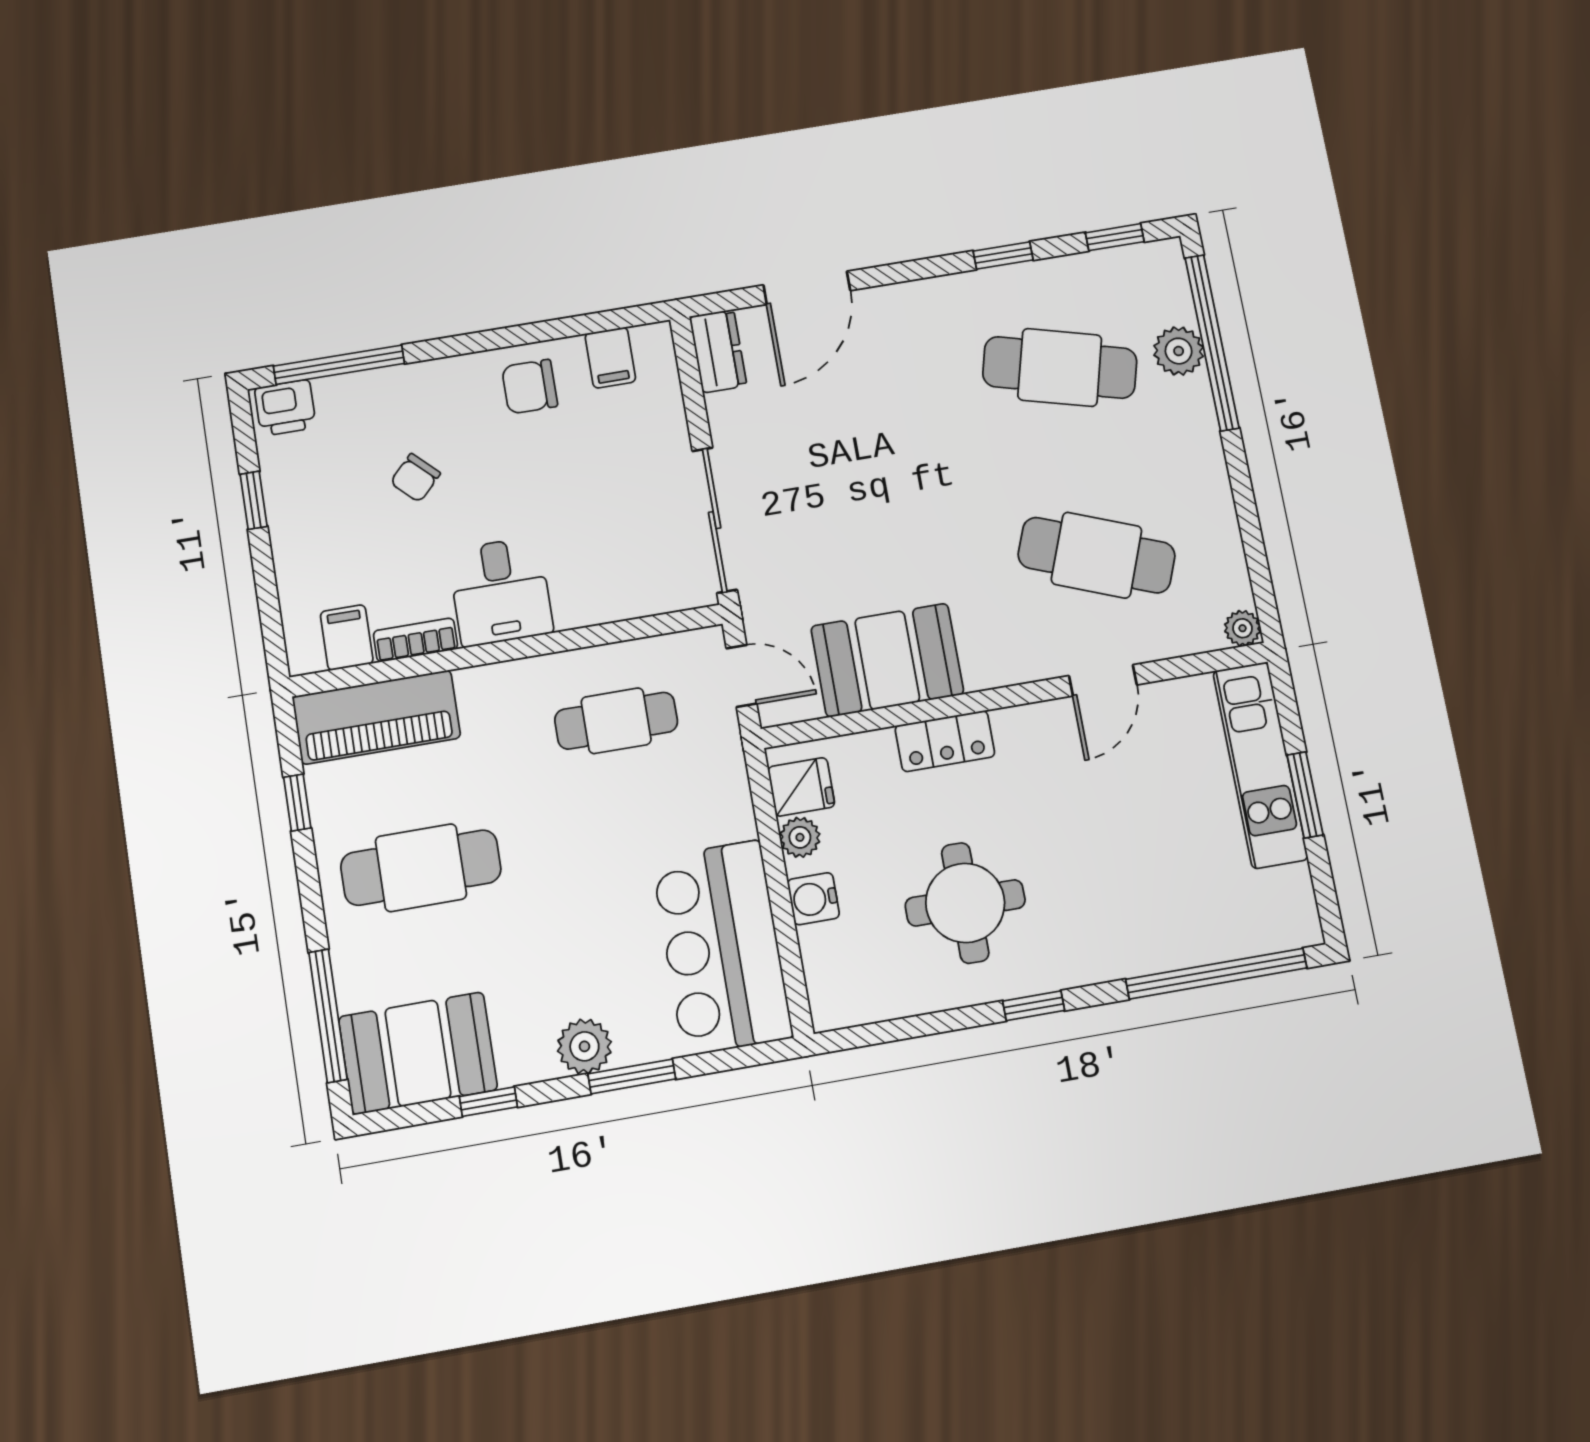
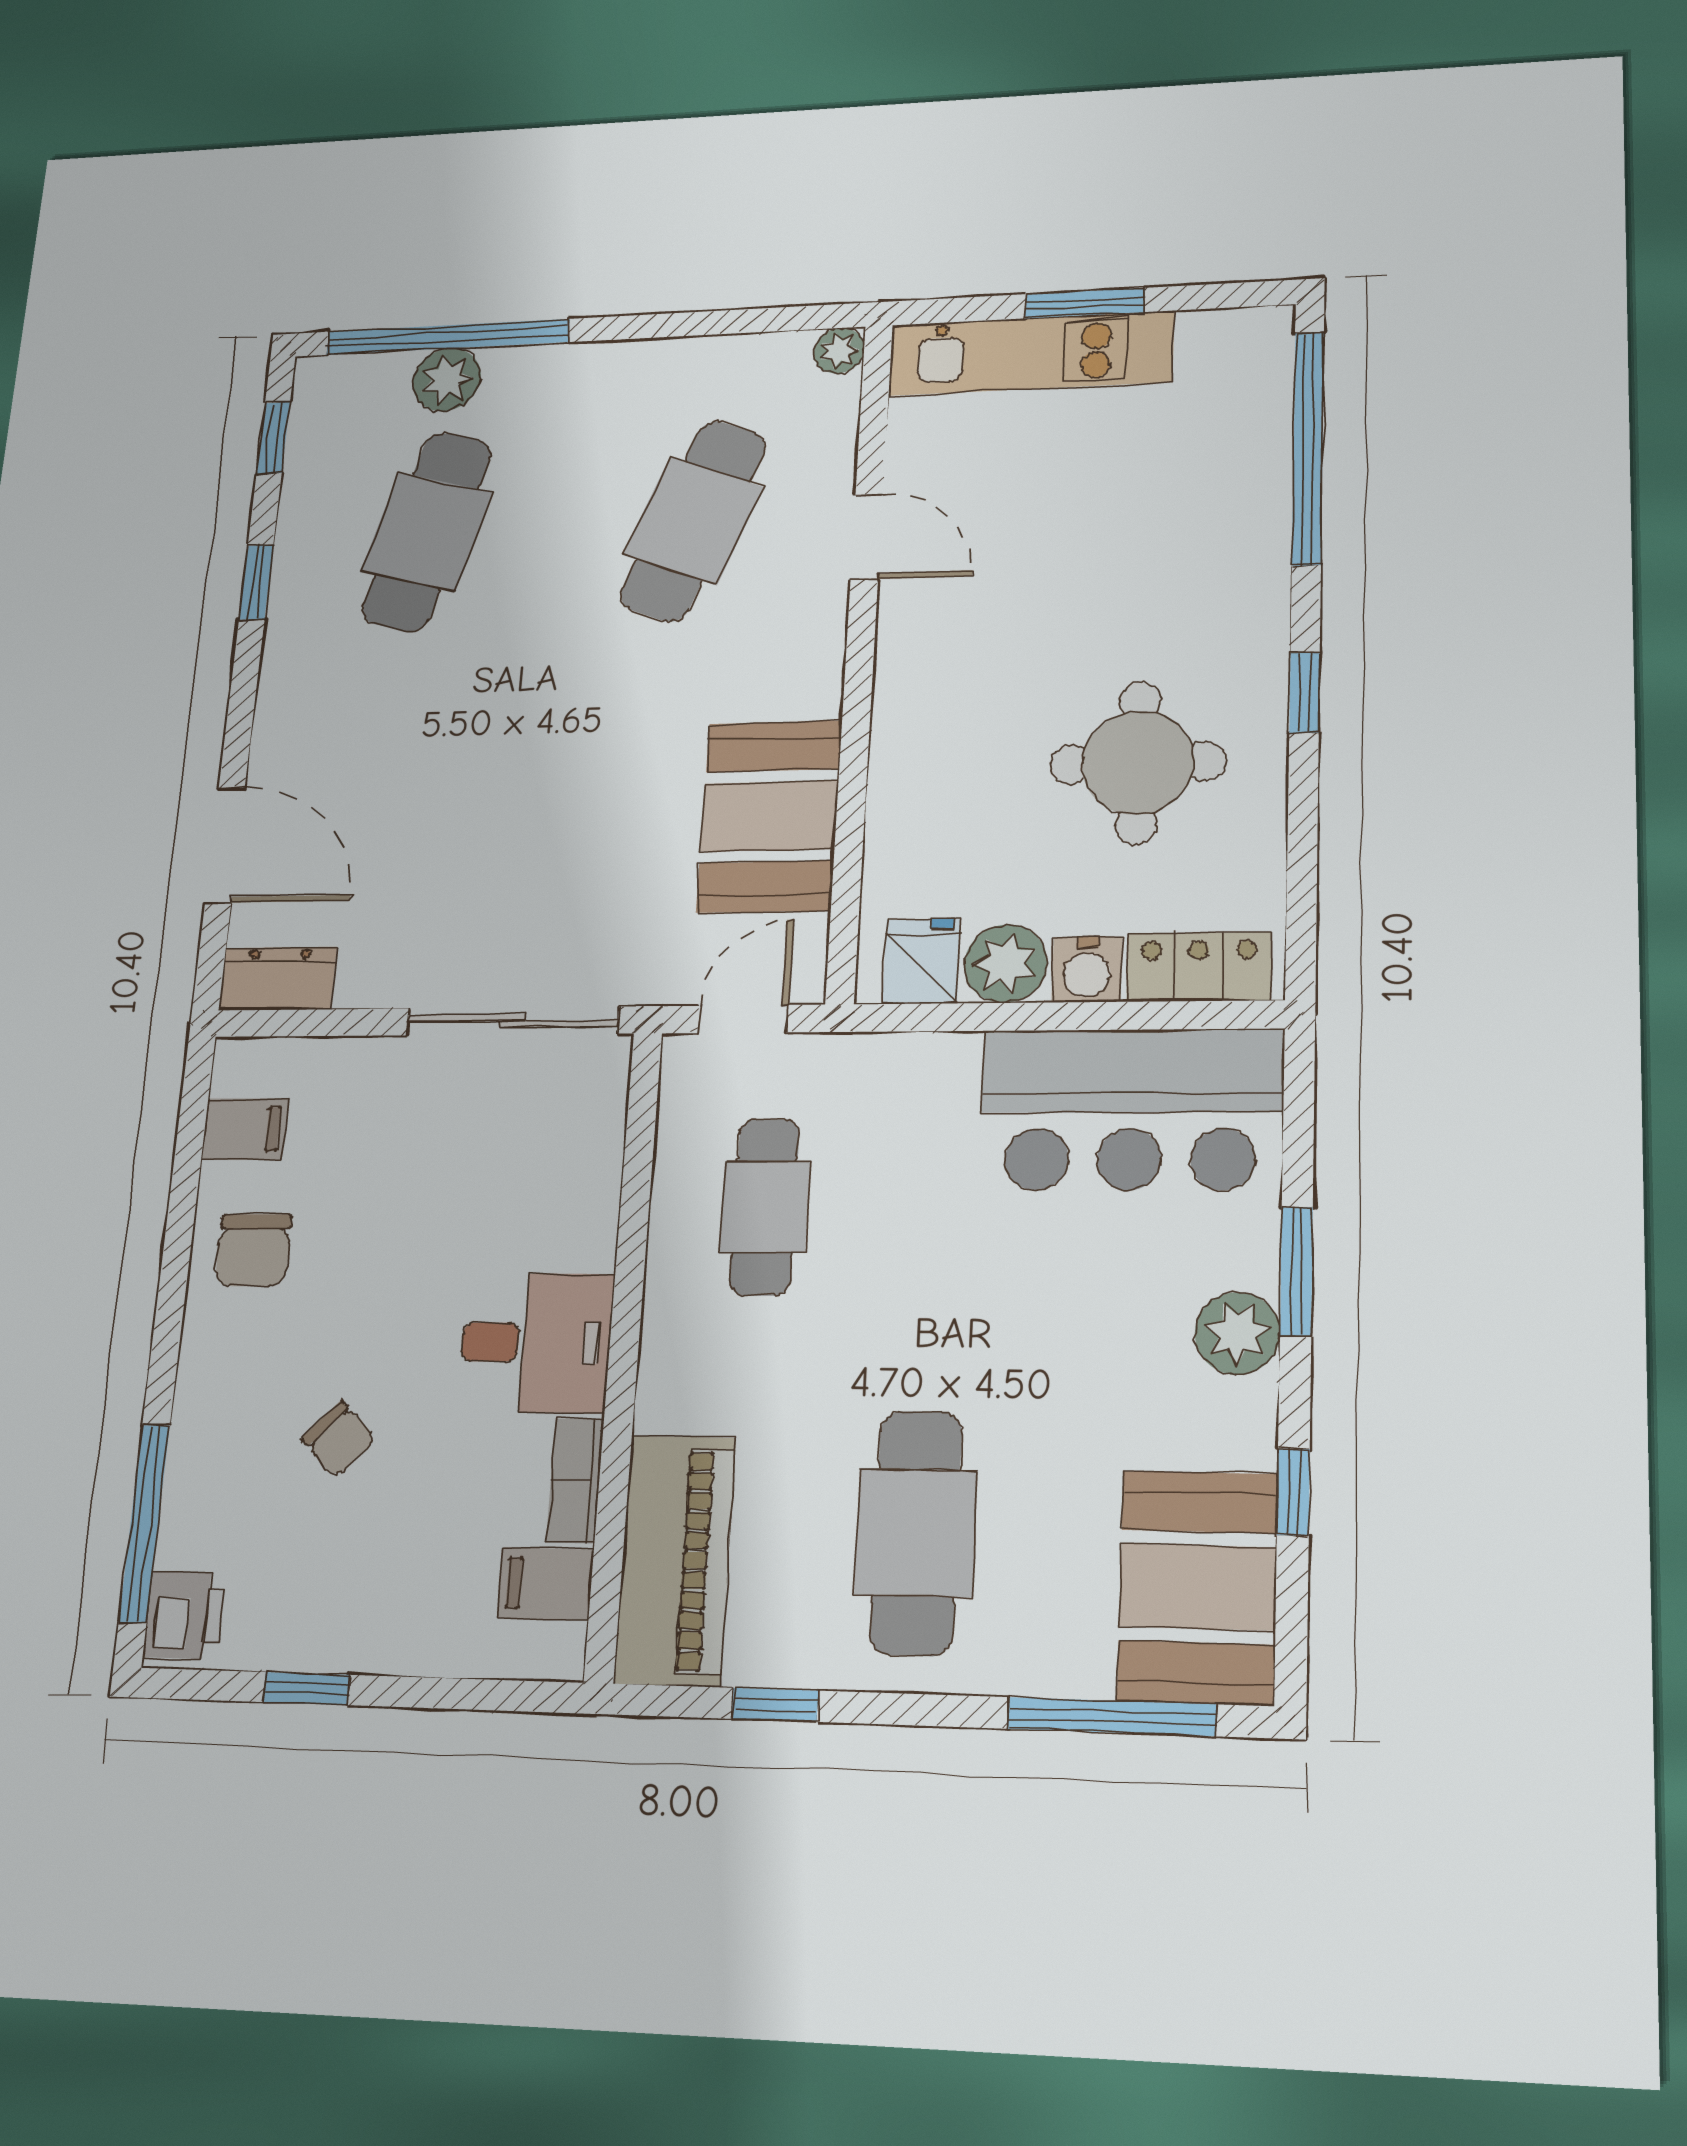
locker: (945, 741) -> (1199, 967), moved, turned -90
plant: (800, 837) -> (1006, 964), width x1.38, depth x1.38

